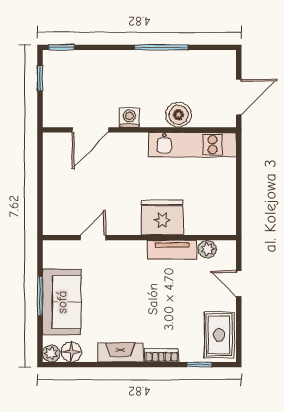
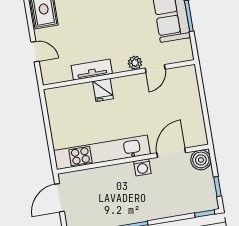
boiler: (179, 115) -> (201, 160), moved
kitchen unit: (192, 145) -> (102, 152), width x1.36
fridge: (162, 218) -> (103, 90), width x0.53, depth x0.75
plant: (207, 249) -> (135, 63), moved

